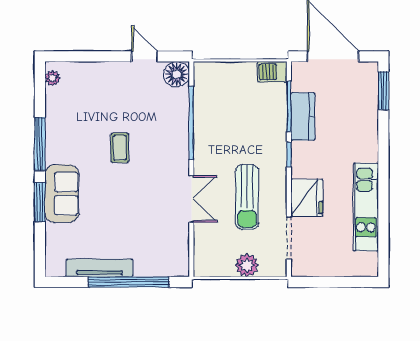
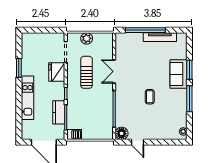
window: (383, 91) -> (19, 68), moved
kitchen unit: (366, 207) -> (27, 98), moved

